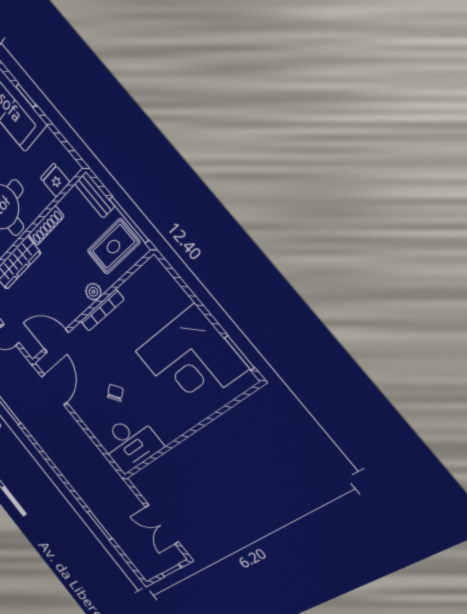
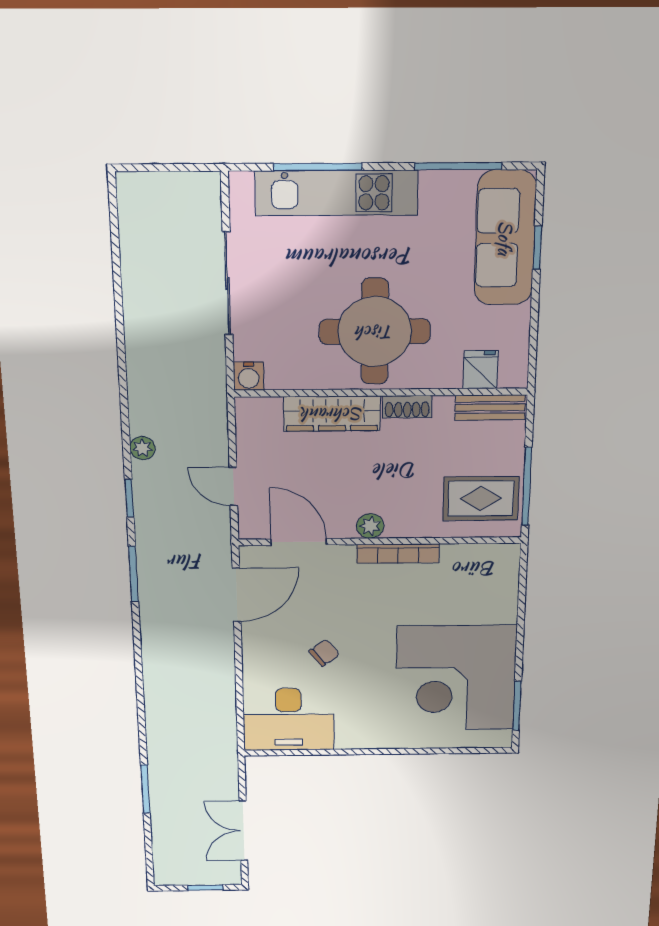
bench: (95, 195) -> (490, 407), moved, turned 90
shoe rack: (46, 226) -> (407, 407), width x0.70
plant: (93, 292) -> (370, 526), moved

